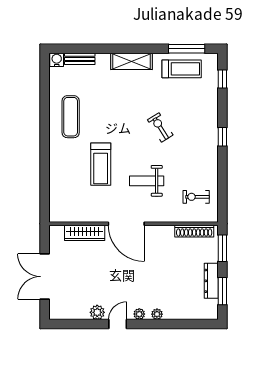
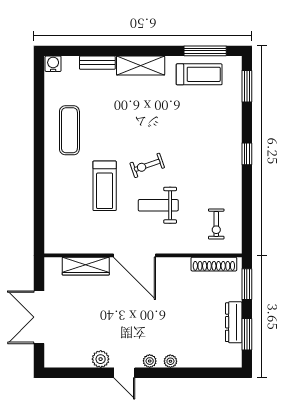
bench: (80, 59) -> (97, 63), moved
window: (222, 79) -> (247, 86), width x1.50
exercise bike: (160, 127) -> (147, 165), moved, turned -77
exercise bike: (196, 197) -> (216, 224), turned -90
door: (118, 324) -> (124, 373), swing flipped

